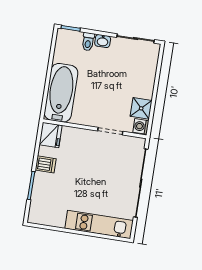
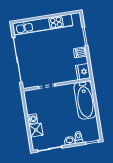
shower: (141, 108) -> (36, 130), moved
washing machine: (141, 126) -> (32, 119), moved
kitchen unit: (99, 224) -> (43, 25), width x1.36

